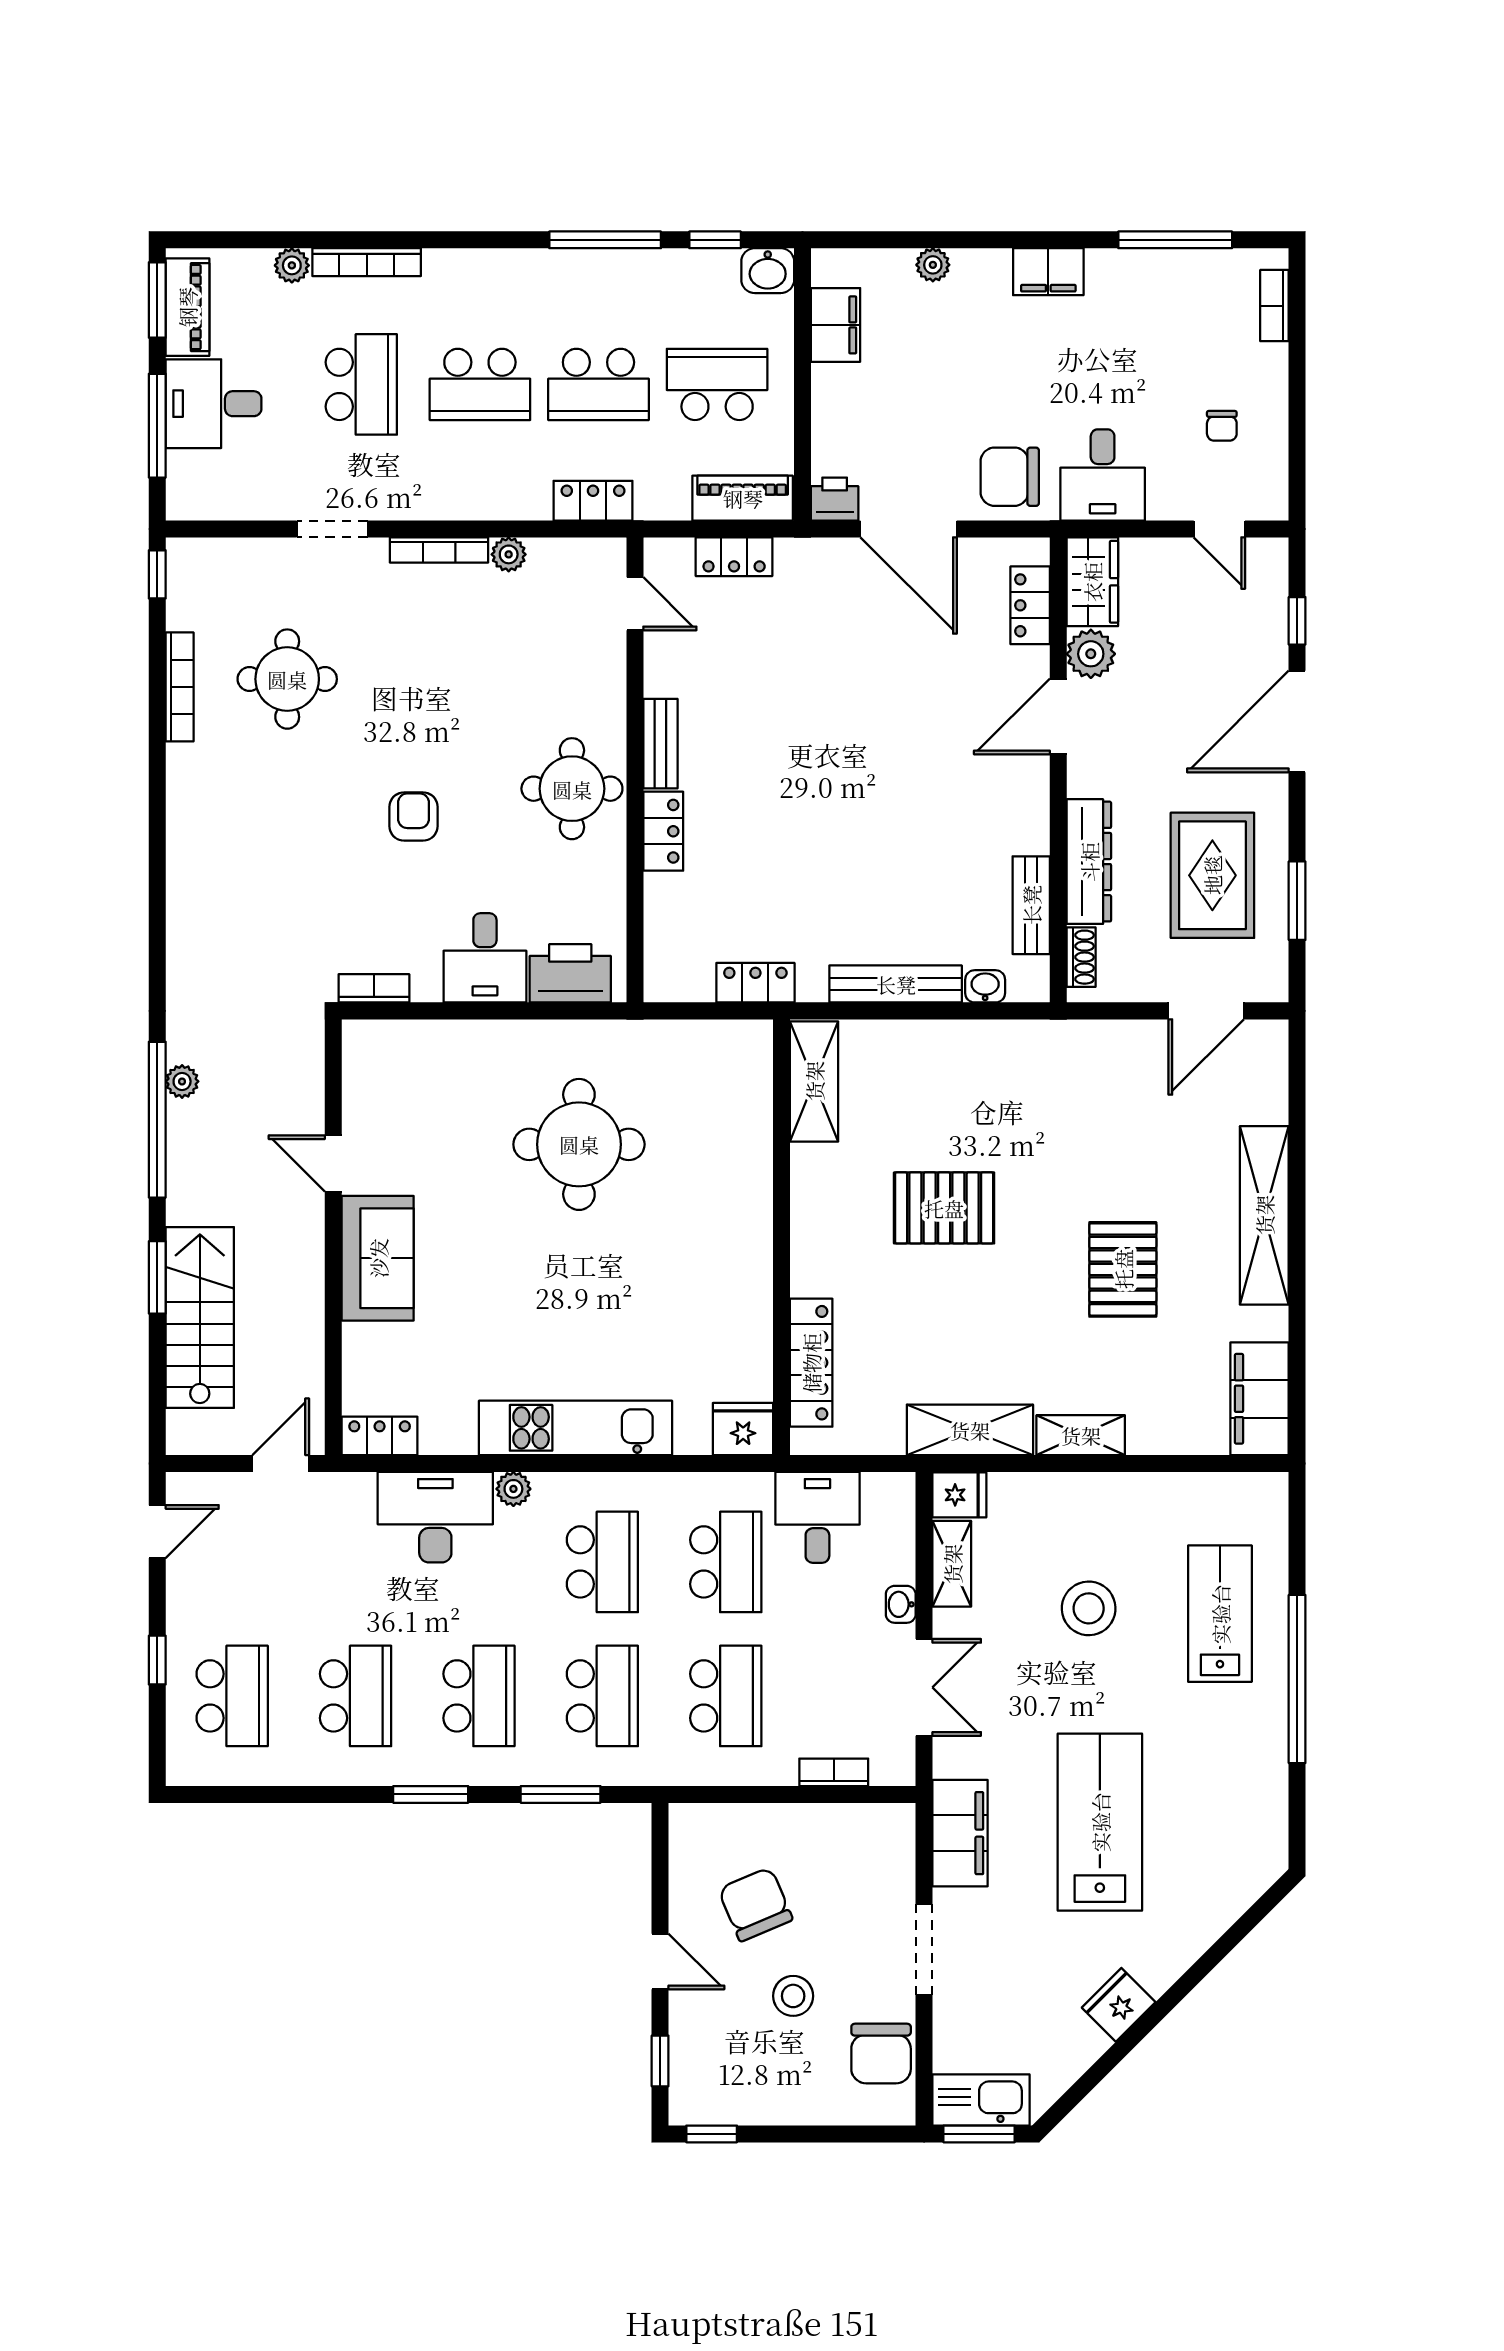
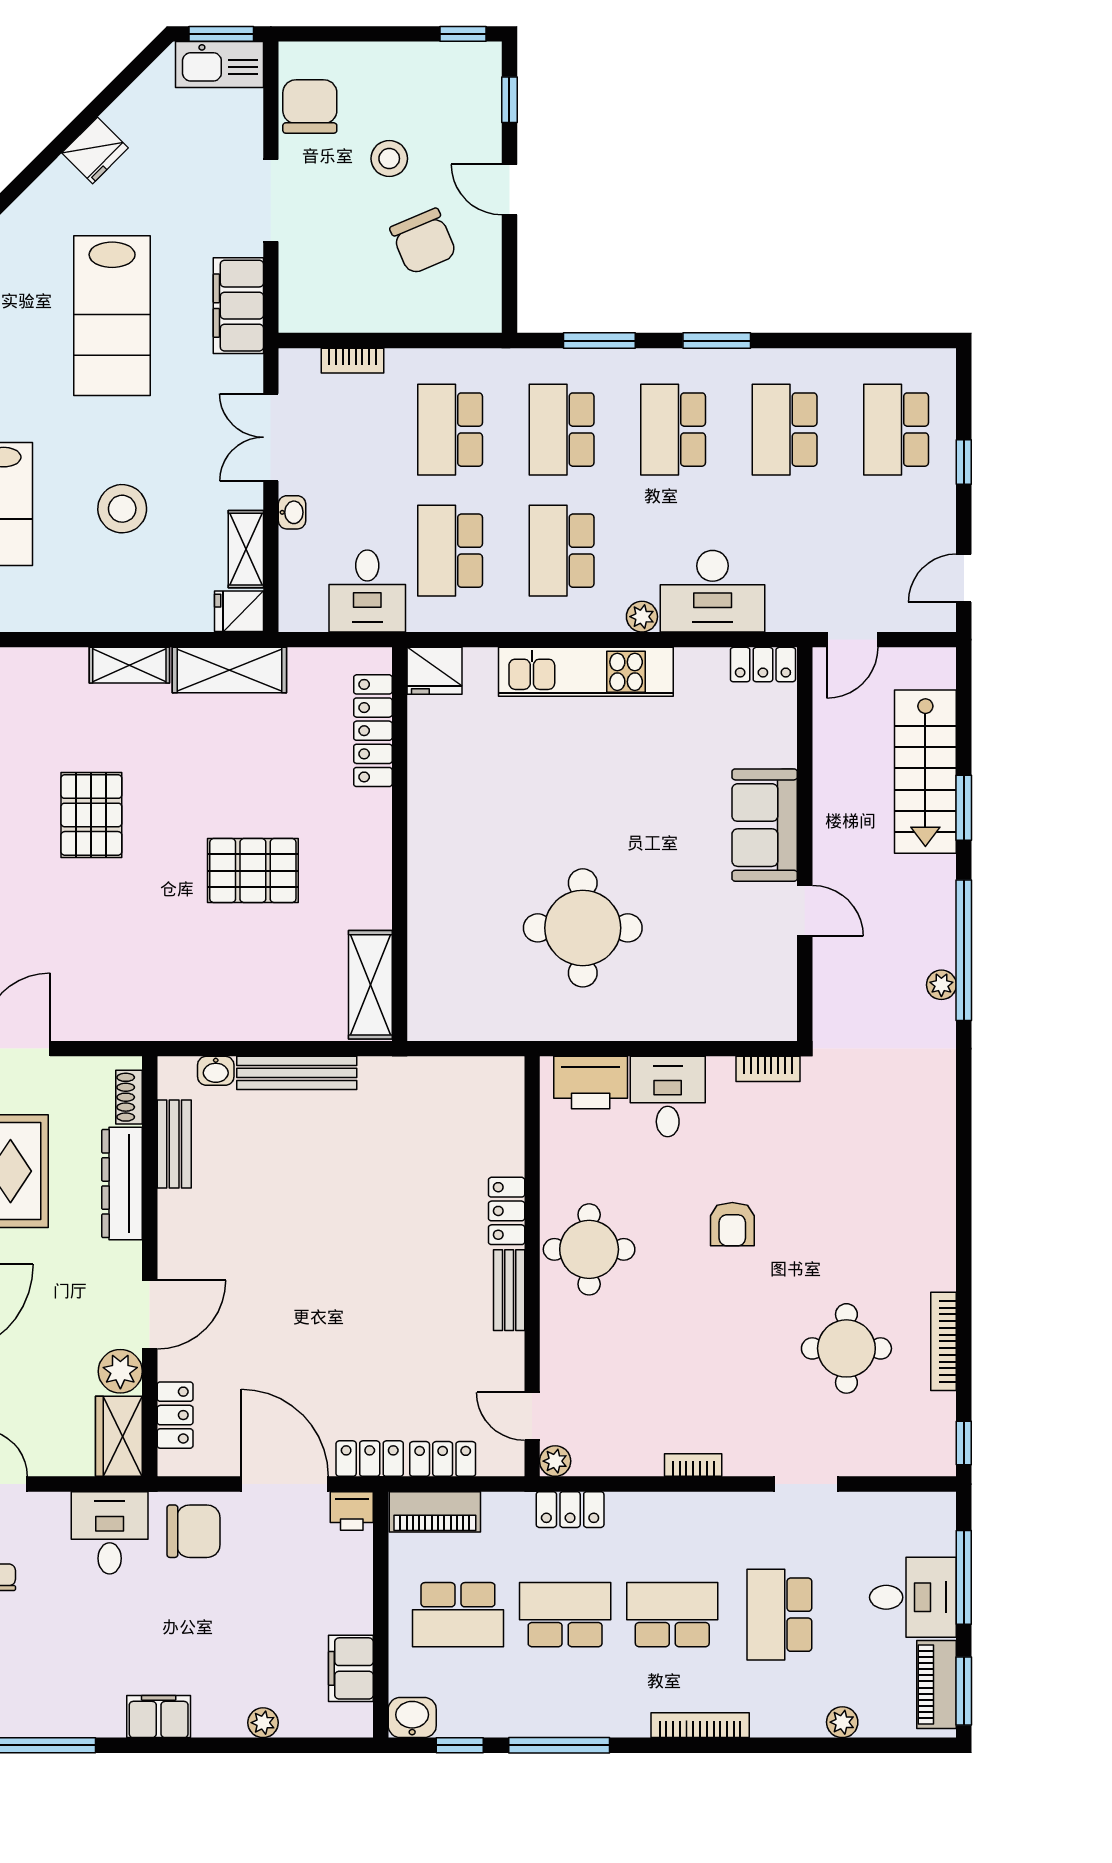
bookcase: (367, 262) -> (700, 1725), moved
bookcase: (439, 550) -> (693, 1465), width x0.64
plant: (509, 554) -> (555, 1461), moved
locker: (755, 983) -> (370, 1459), moved, turned 180

